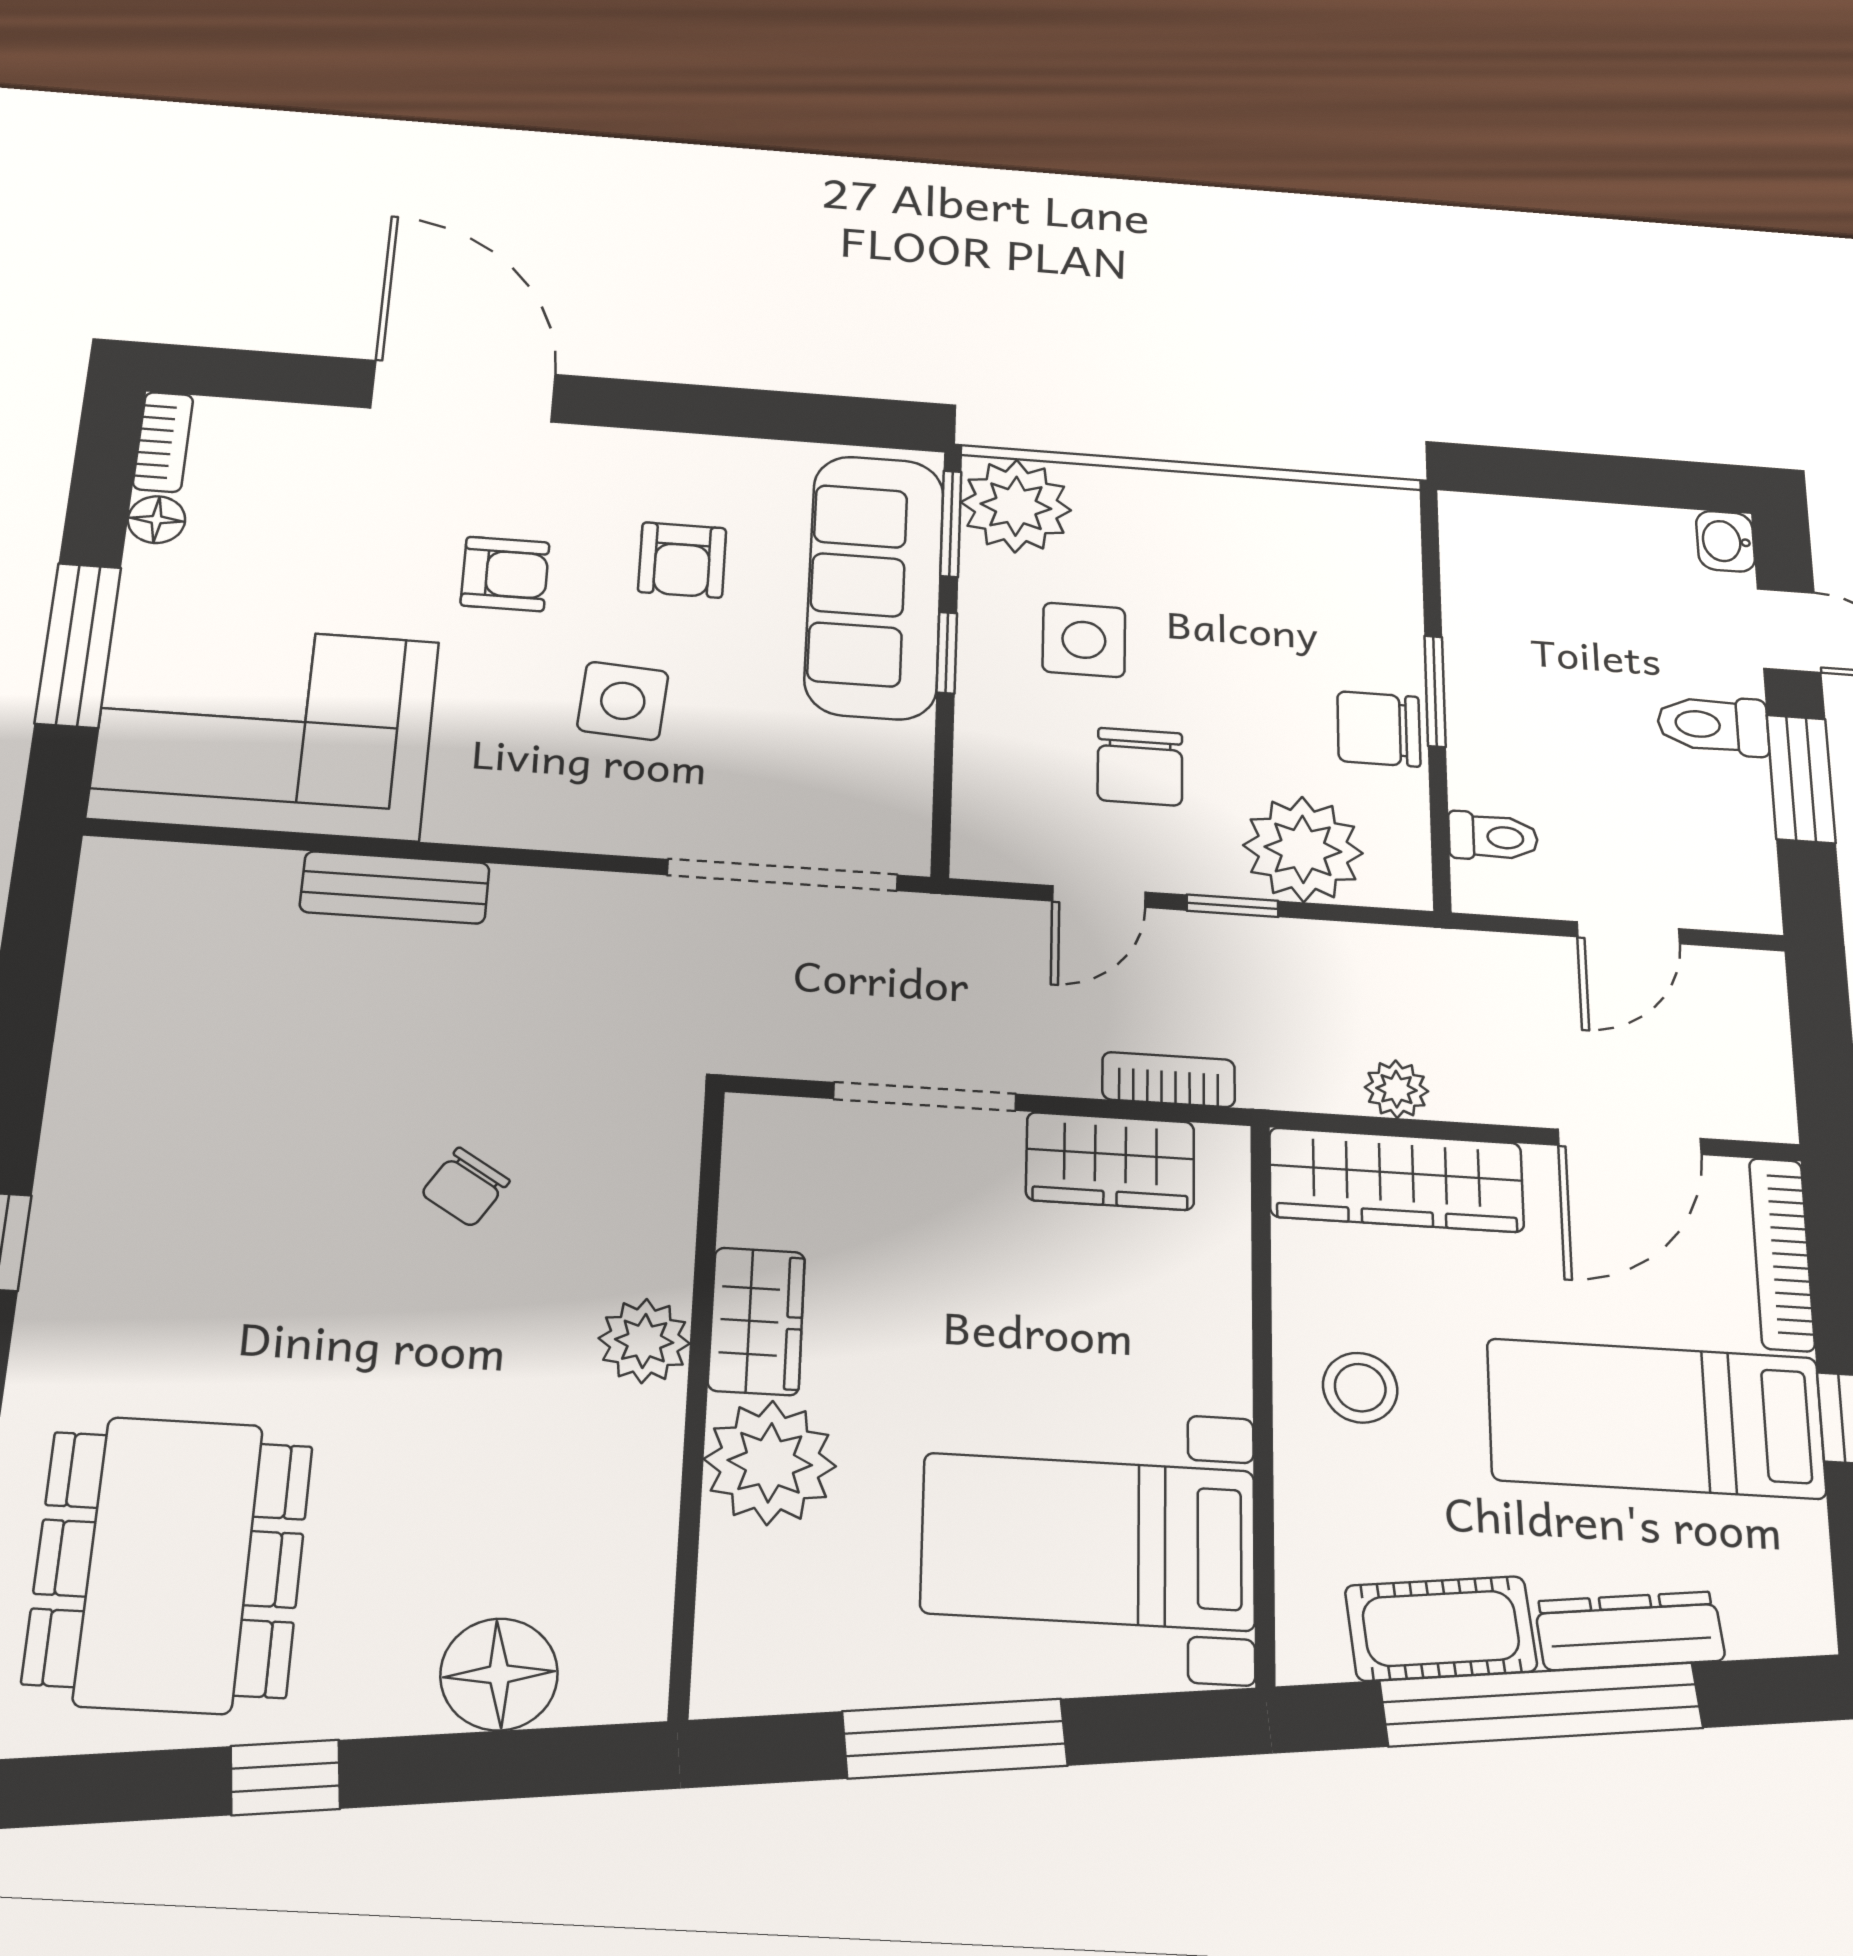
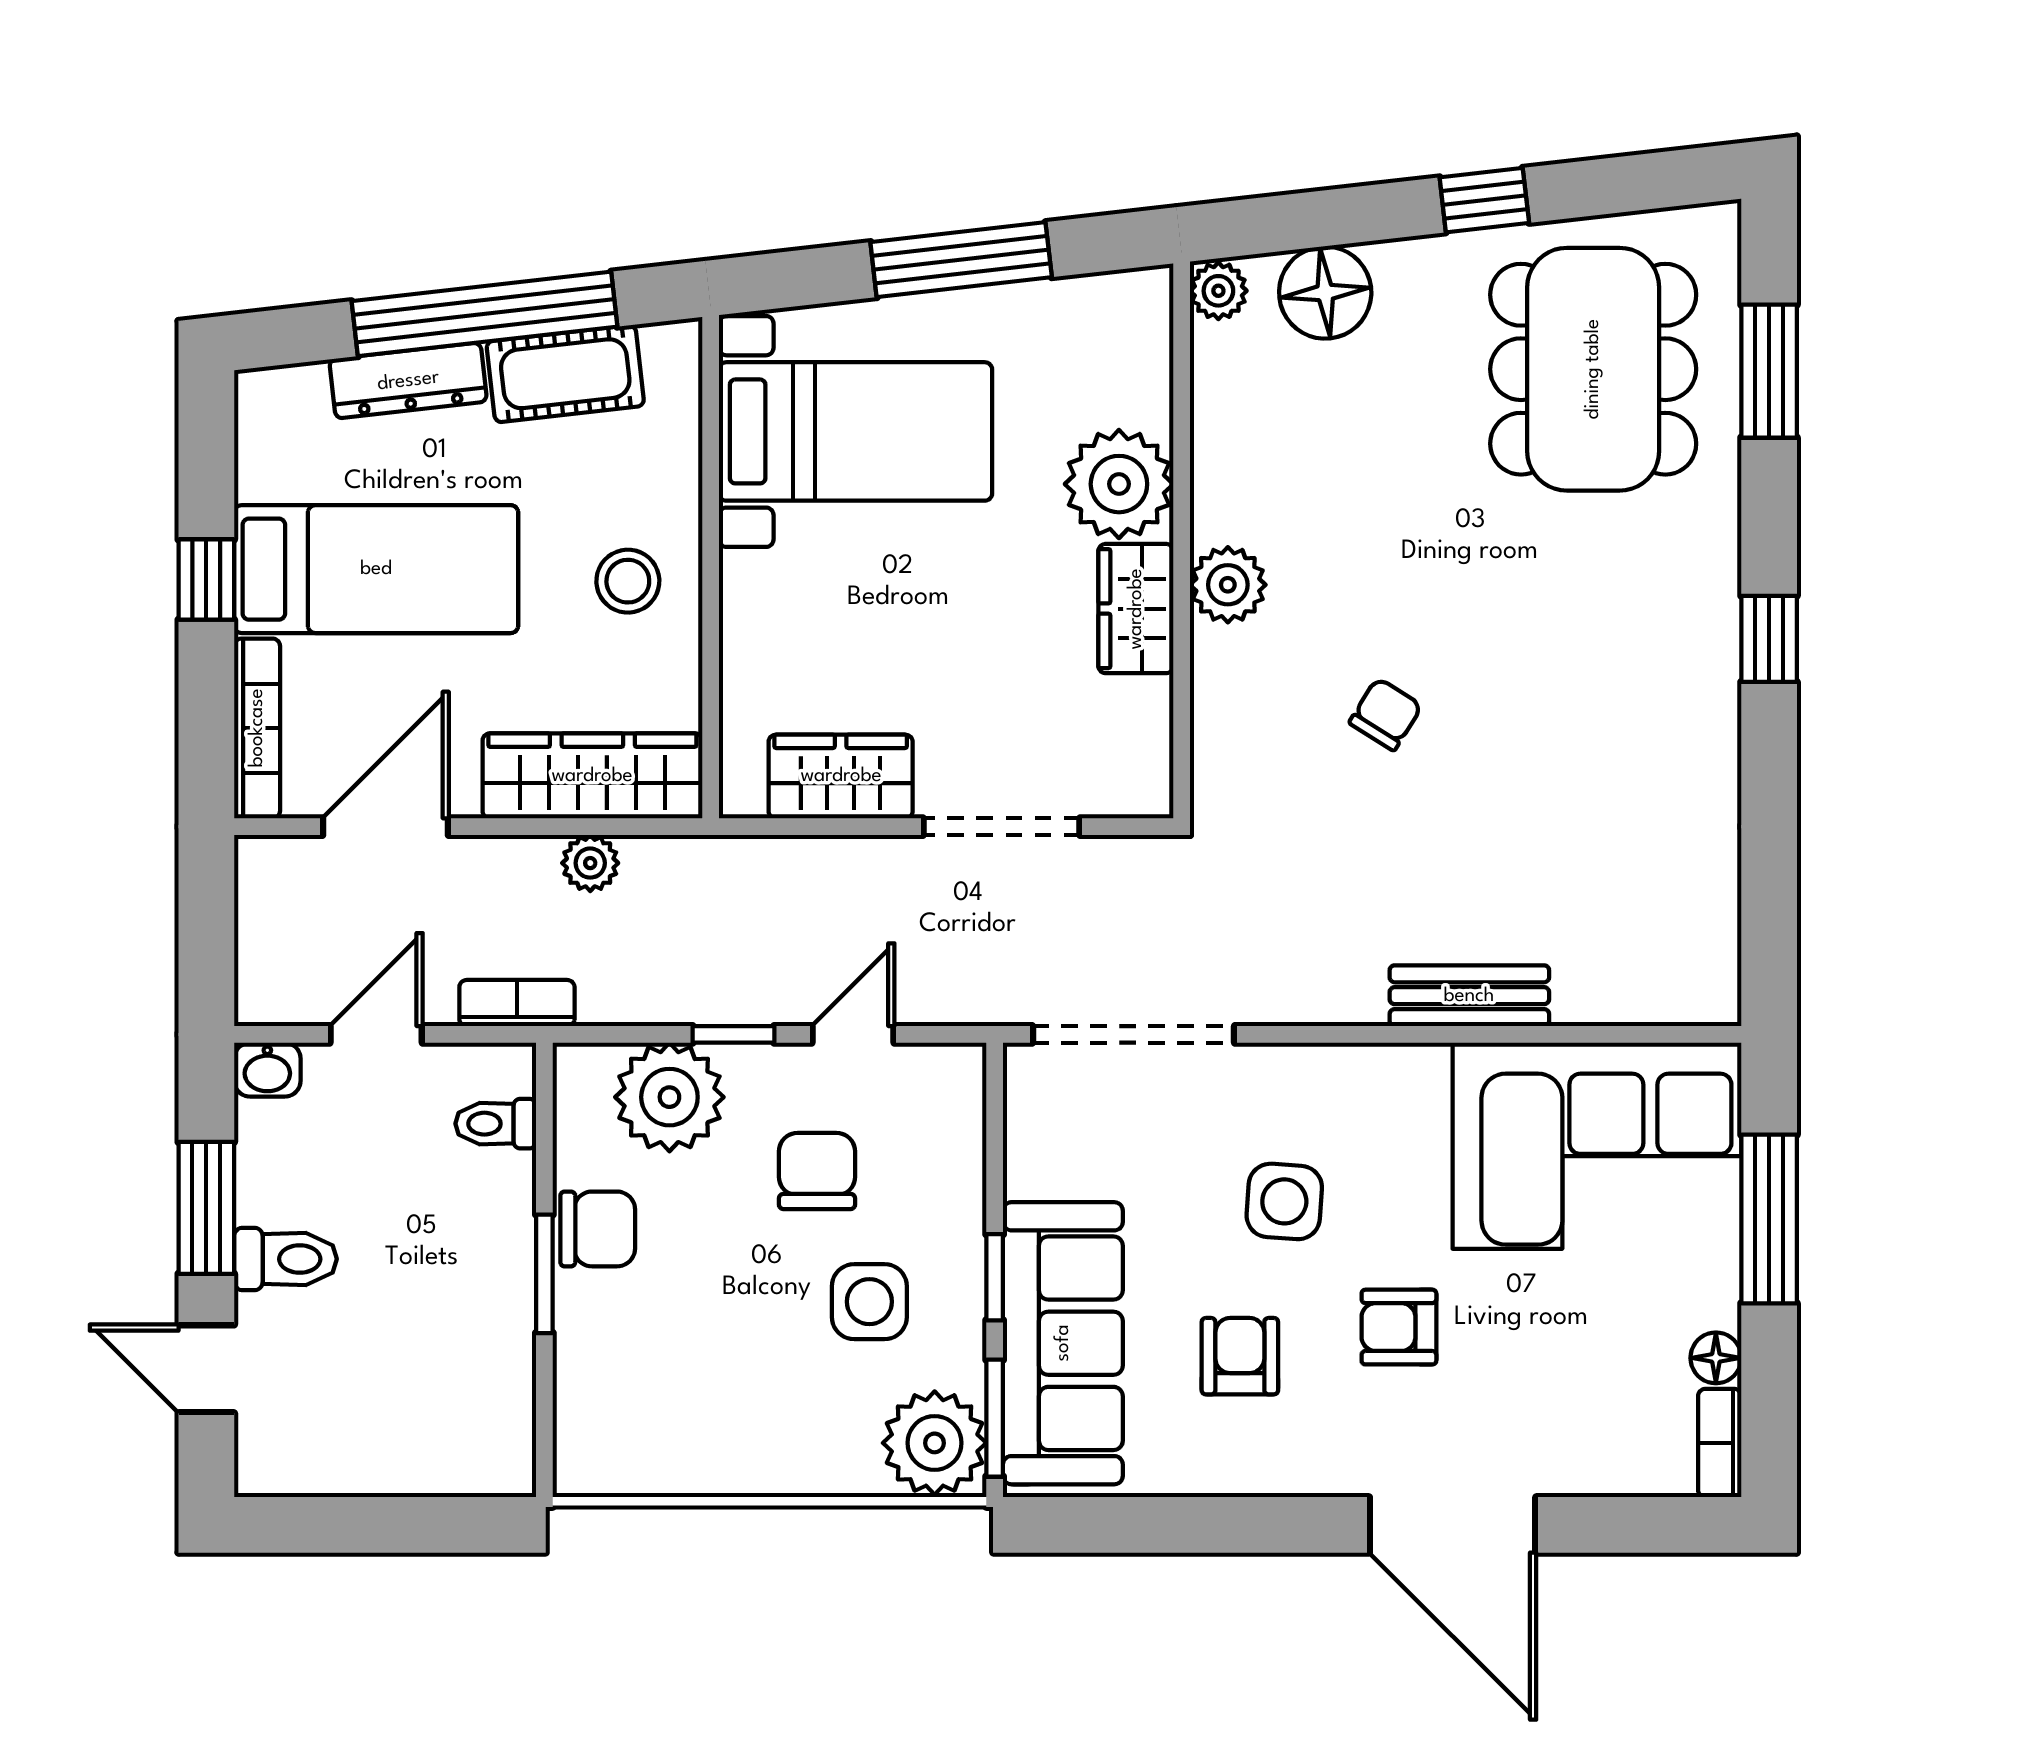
washbasin: (1725, 541) -> (267, 1070), moved, turned 90
bookcase: (1169, 1080) -> (517, 1003), moved, turned 180
plant: (634, 1684) -> (1218, 291), added

